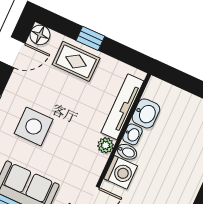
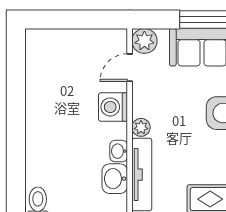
bidet: (127, 152) -> (116, 131), removed

